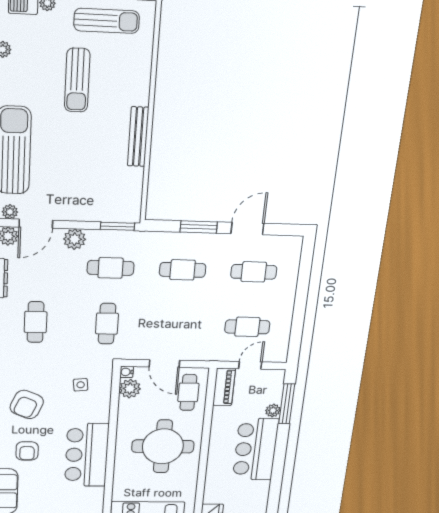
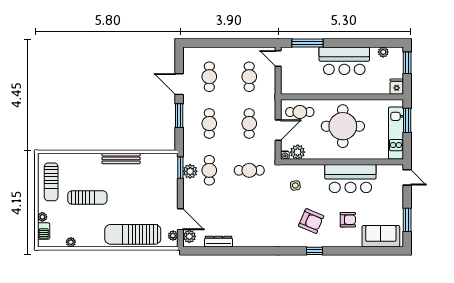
sun lounger: (107, 21) -> (51, 182), turned 180
plant: (75, 239) -> (190, 171), moved
cafe table: (36, 322) -> (249, 124), moved, turned 90
door: (250, 365) -> (278, 58), moved
piano: (224, 387) -> (295, 88), removed
plant: (273, 411) -> (383, 52), moved

